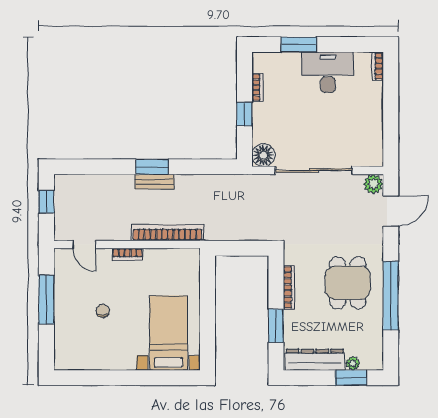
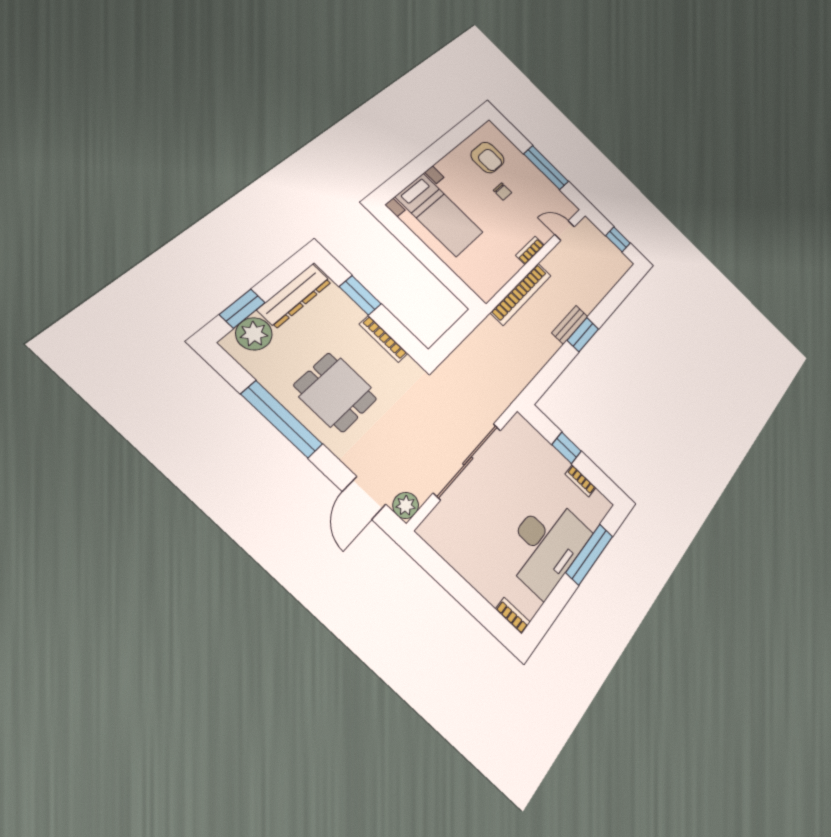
window: (299, 45) -> (589, 554), width x1.44
desk: (328, 72) -> (546, 545), width x1.36, depth x1.30
floor lamp: (263, 155) -> (519, 430), removed
armchair: (87, 344) -> (488, 157), added
plant: (353, 363) -> (254, 334), width x1.88, depth x1.88

